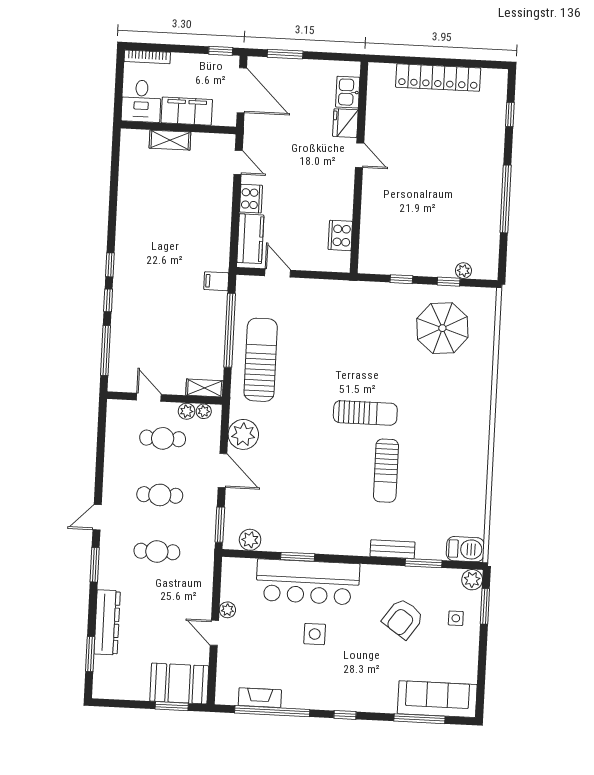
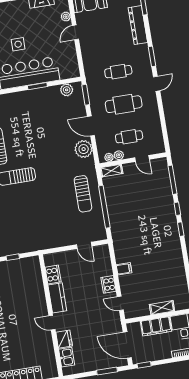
kitchen counter: (250, 239) -> (57, 298), moved, turned 180
filing cabinet: (216, 281) -> (124, 269), moved
sun lounger: (261, 360) -> (83, 194), width x0.73, depth x0.75
cafe table: (160, 495) -> (124, 104), width x1.37, depth x1.35
plant: (227, 610) -> (66, 17), moved
door: (214, 633) -> (75, 32), swing flipped

